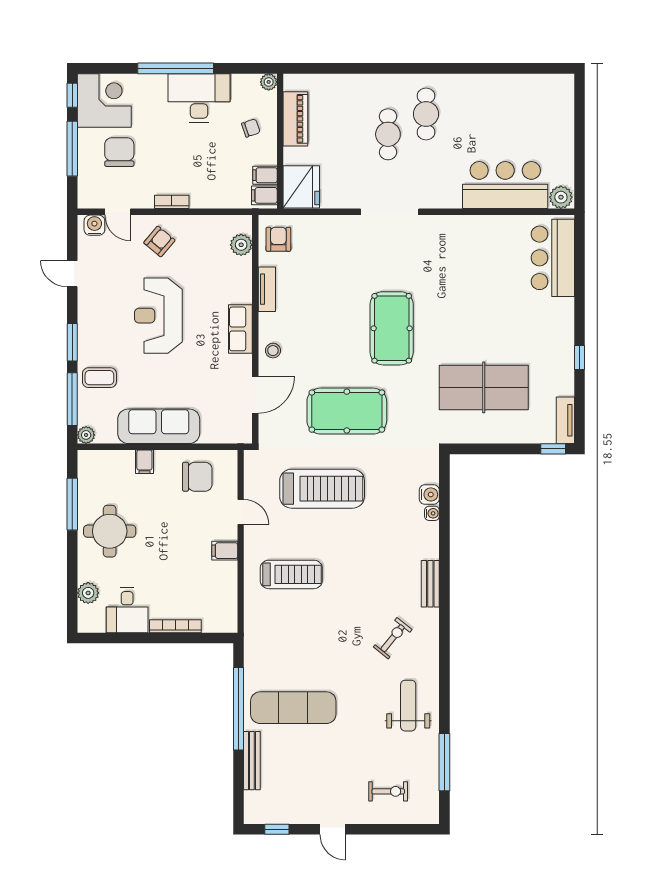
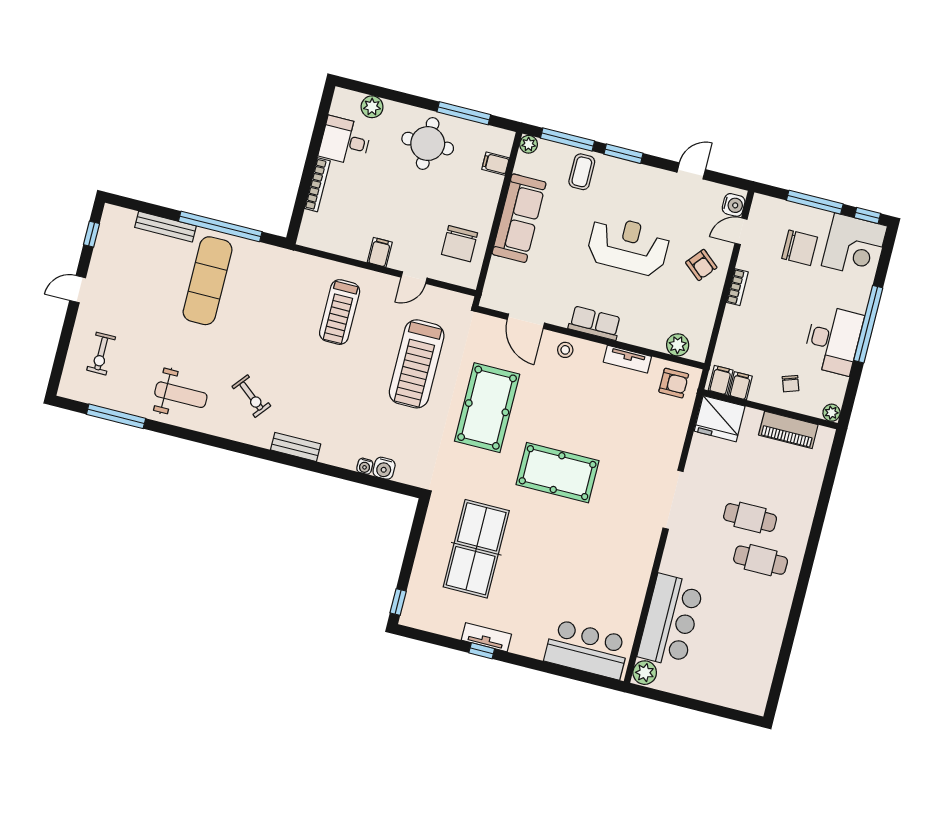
tv unit: (565, 420) -> (486, 637), moved
filing cabinet: (144, 462) -> (496, 164), moved

